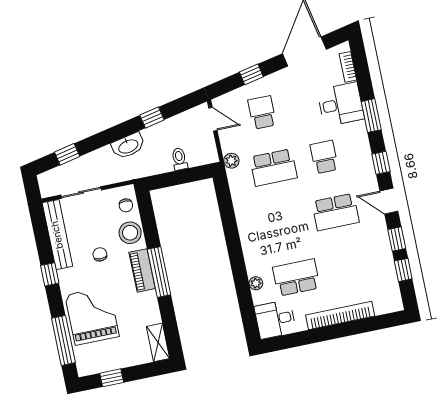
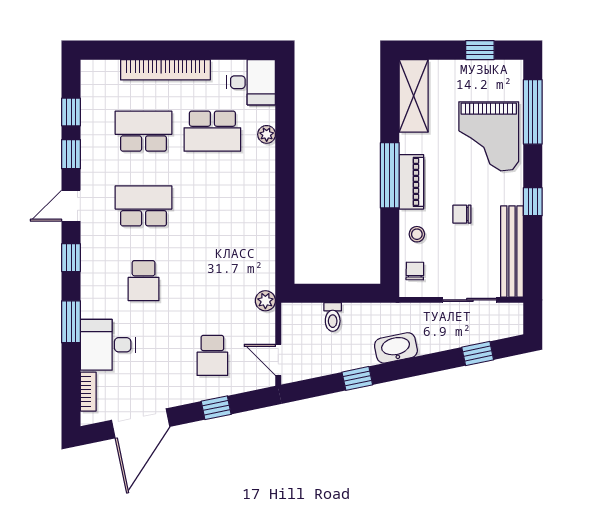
school desk: (273, 167) -> (144, 131), moved
door: (389, 201) -> (71, 206), swing flipped
stool: (130, 233) -> (417, 234), width x0.53, depth x0.53
chair: (100, 254) -> (462, 214), turned 90
shelving: (158, 342) -> (414, 96), width x1.50, depth x1.33

